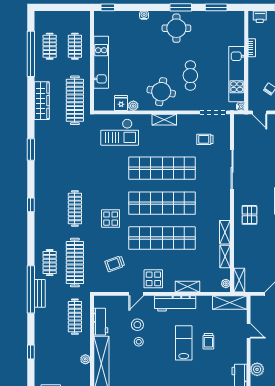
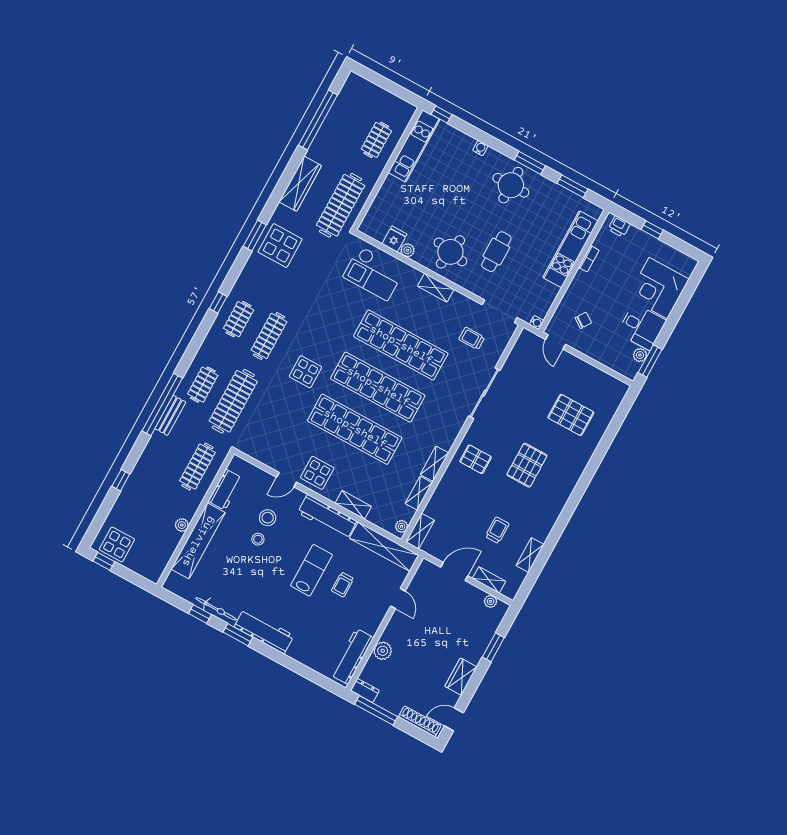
clothes rail: (50, 46) -> (239, 319), moved
kitchen unit: (101, 62) -> (414, 146), moved
kitchen unit: (237, 74) -> (570, 249), moved
display table: (50, 147) -> (280, 246), added
pallet: (249, 215) -> (476, 459), turned 90
trolley: (115, 264) -> (281, 429), removed
shelving: (230, 303) -> (384, 547), width x1.47

